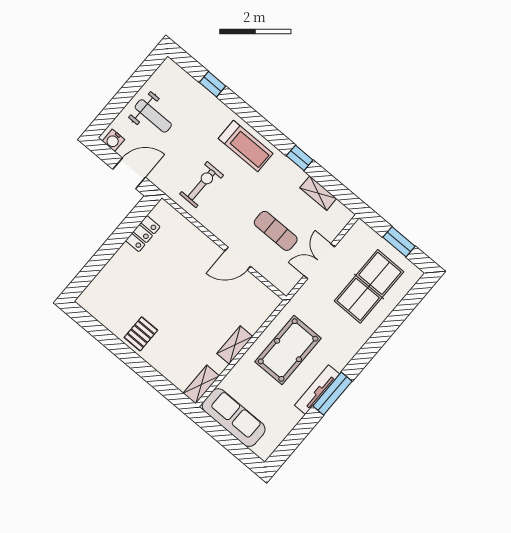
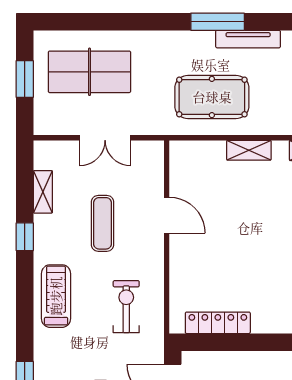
exercise bike: (202, 185) -> (126, 307), turned 90
exercise mat: (276, 231) -> (103, 223), moved
locker: (143, 234) -> (218, 323), width x1.53
tv unit: (317, 390) -> (248, 39), moved

